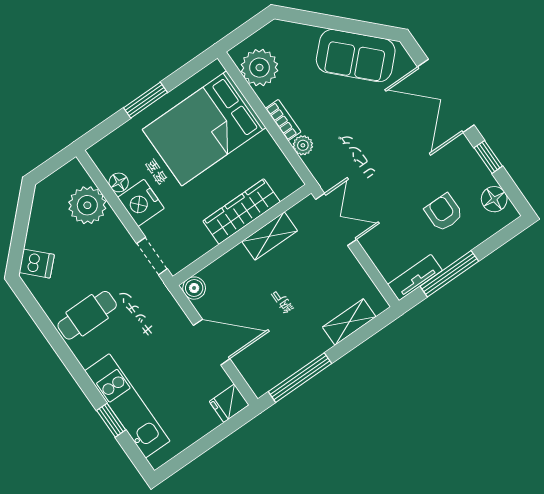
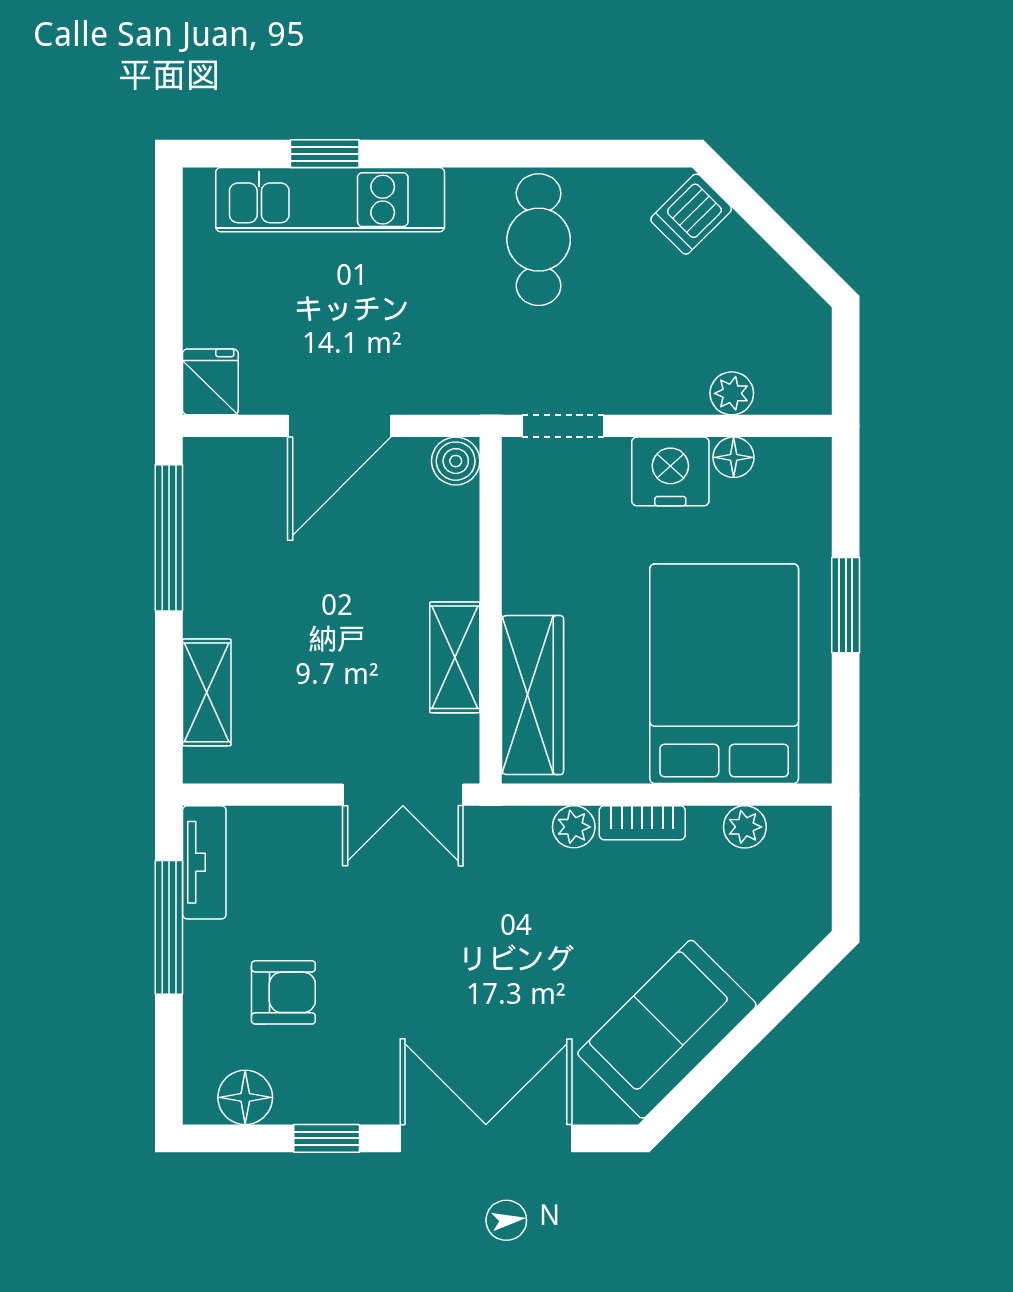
plant: (260, 68) -> (745, 827), width x0.53, depth x0.53
plant: (87, 205) -> (732, 393), width x0.53, depth x0.53
wardrobe: (241, 211) -> (533, 695), moved

